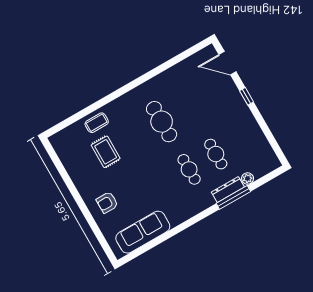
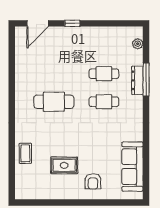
rug: (106, 152) -> (64, 165), moved
plant: (248, 179) -> (138, 44), moved

